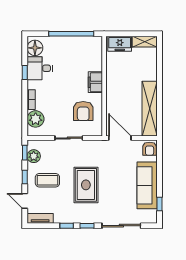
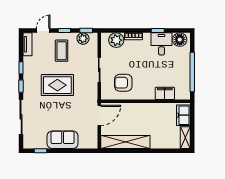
filing cabinet: (95, 82) -> (165, 93), moved
armchair: (150, 149) -> (90, 142), removed
sofa: (147, 185) -> (63, 140), width x0.73

